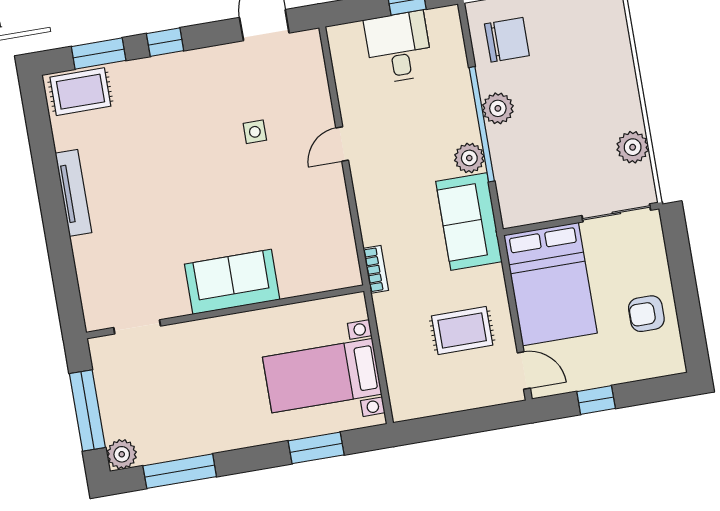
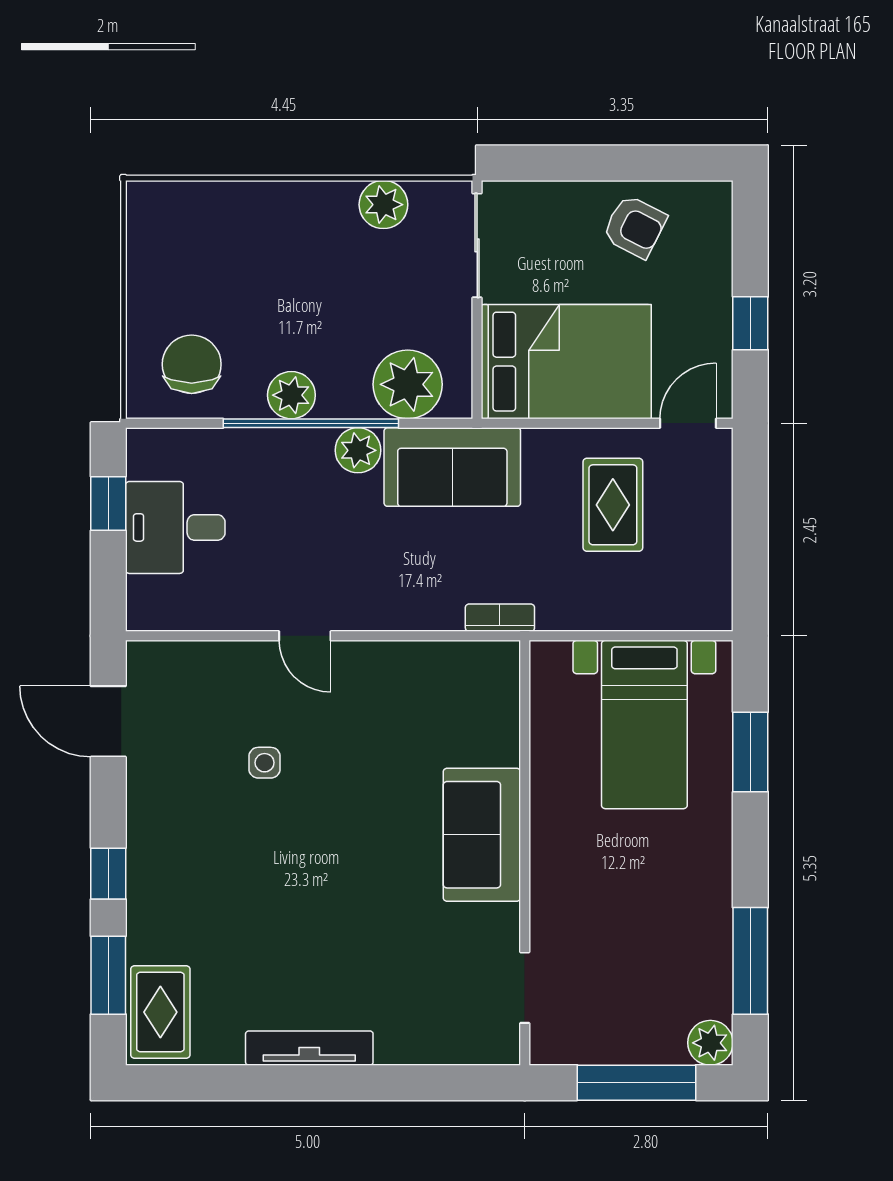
plant: (518, 183) -> (408, 384), added
armchair: (646, 314) -> (635, 226), turned -63

